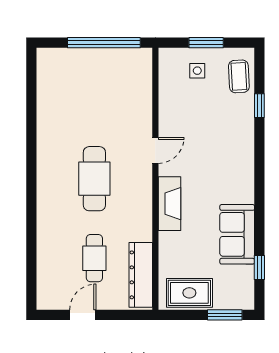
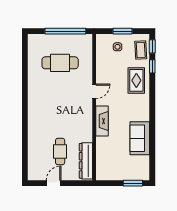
cafe table: (94, 179) -> (60, 63), moved, turned 90
window: (259, 267) -> (152, 46), moved
rug: (189, 293) -> (136, 80), moved, turned 90

